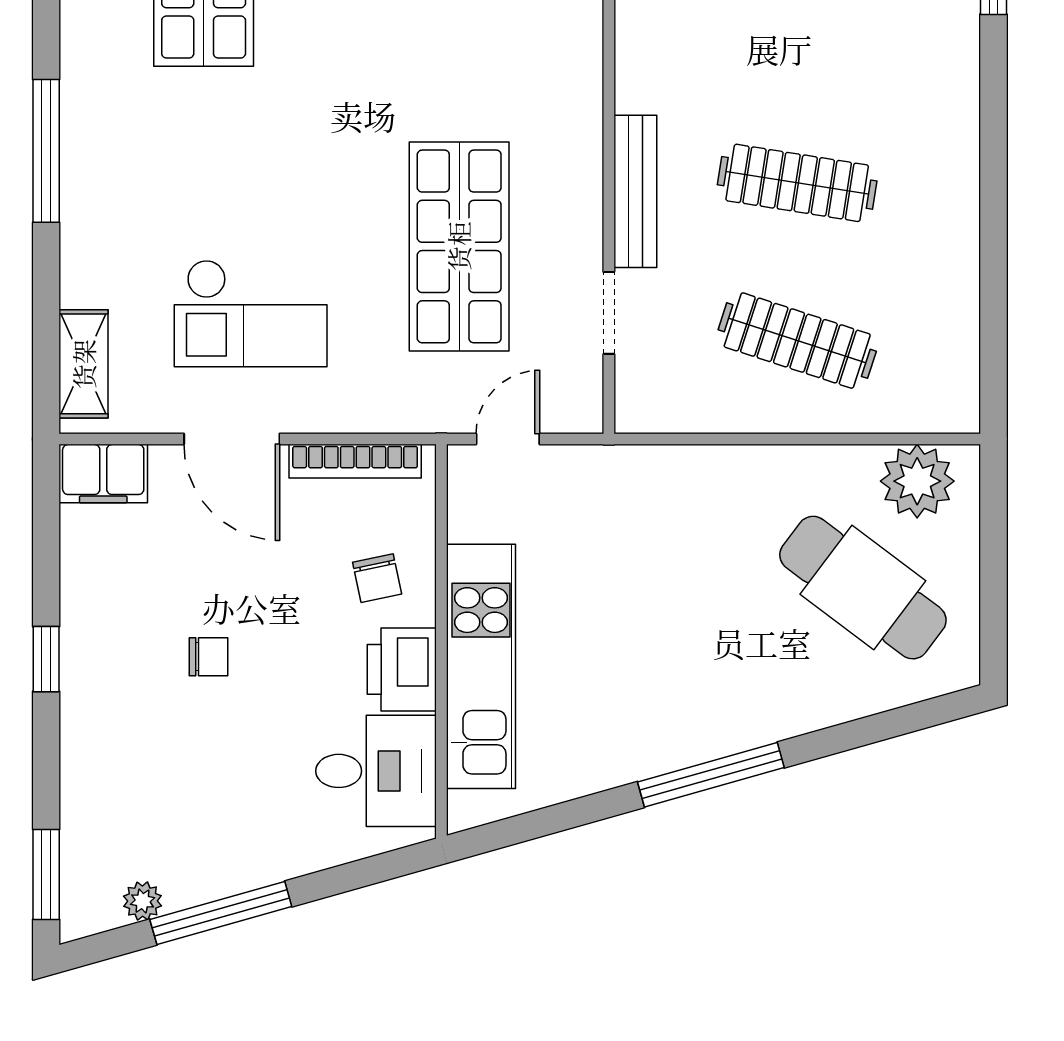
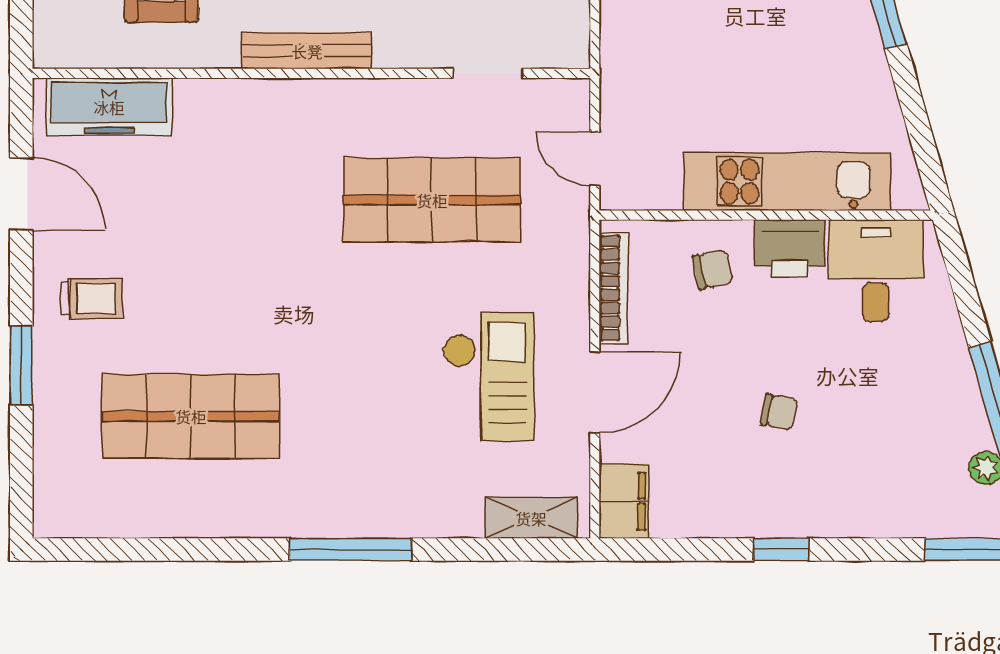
bench: (635, 191) -> (307, 51), moved
chair: (209, 657) -> (779, 412), turned 101

